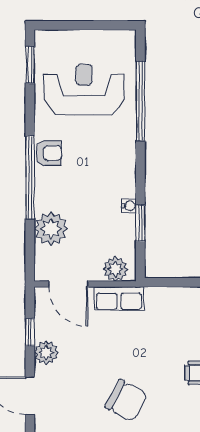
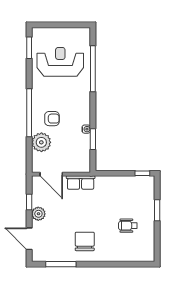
armchair: (49, 153) -> (52, 119), moved
plant: (115, 269) -> (78, 166), removed
chair: (126, 400) -> (85, 241), turned -118

